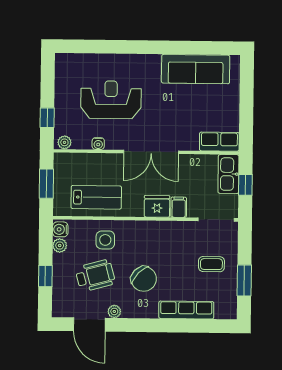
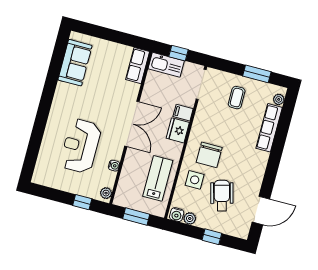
sofa: (196, 69) -> (75, 63), width x0.73
chair: (144, 279) -> (209, 155), moved, turned 136
plant: (114, 311) -> (279, 99), moved

